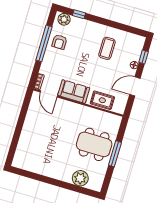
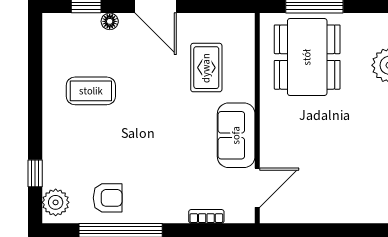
sofa: (74, 92) -> (236, 135), moved
door: (49, 94) -> (257, 188), moved
wall: (78, 103) -> (257, 118), moved

